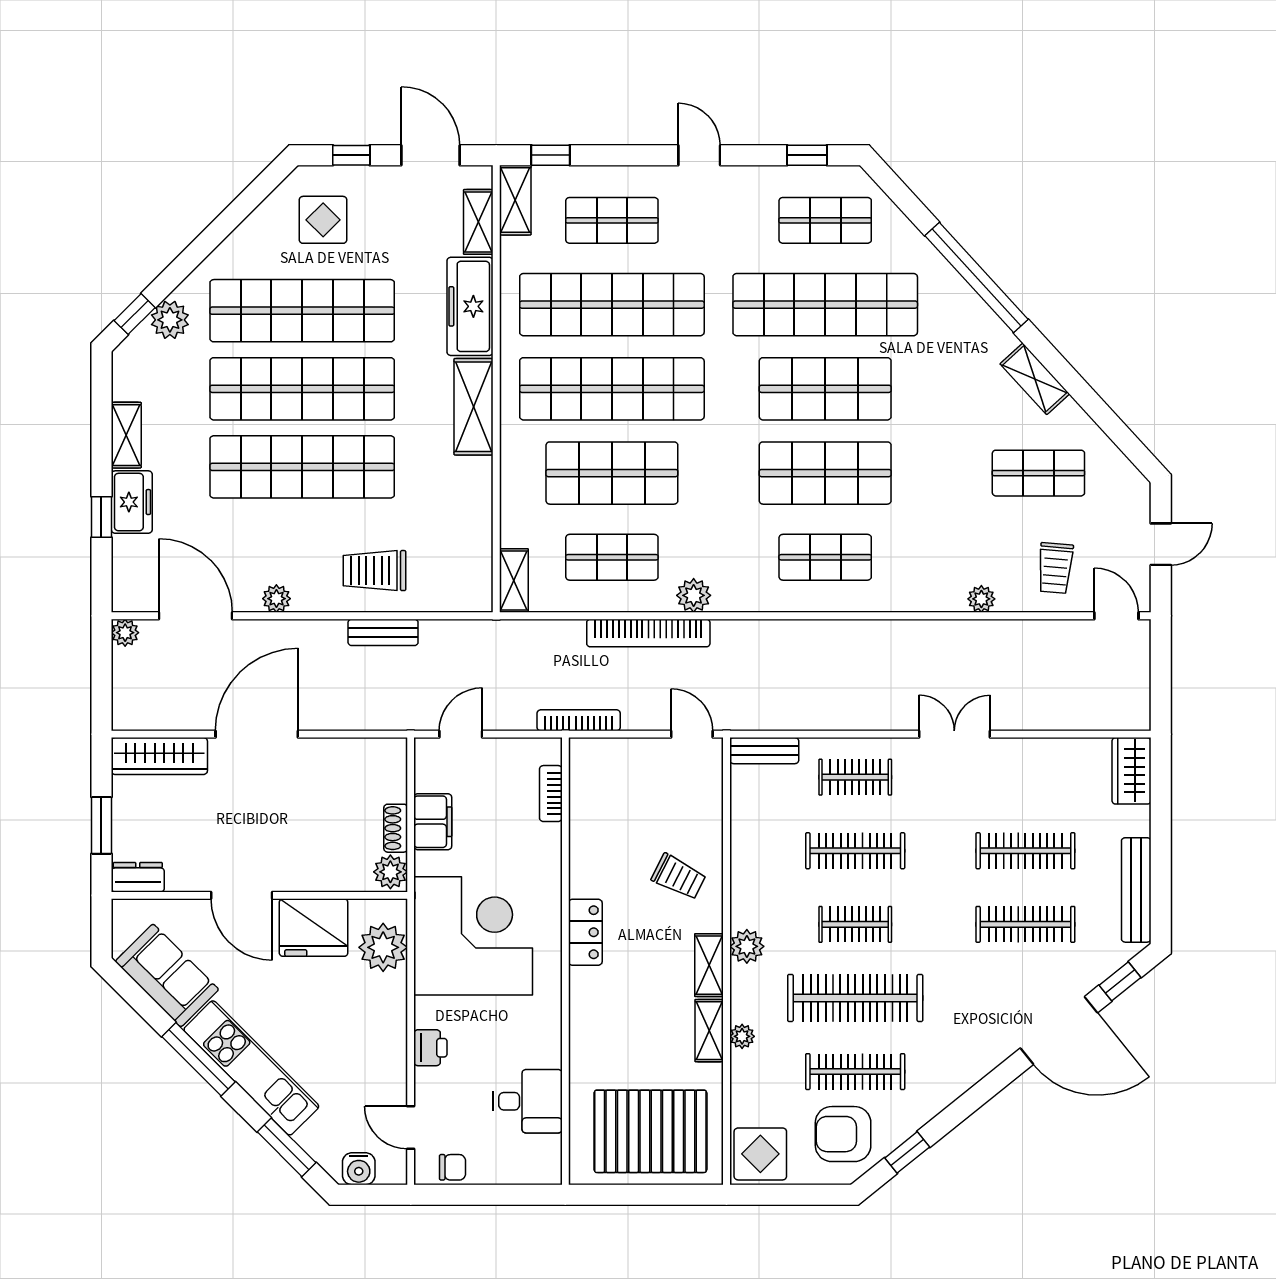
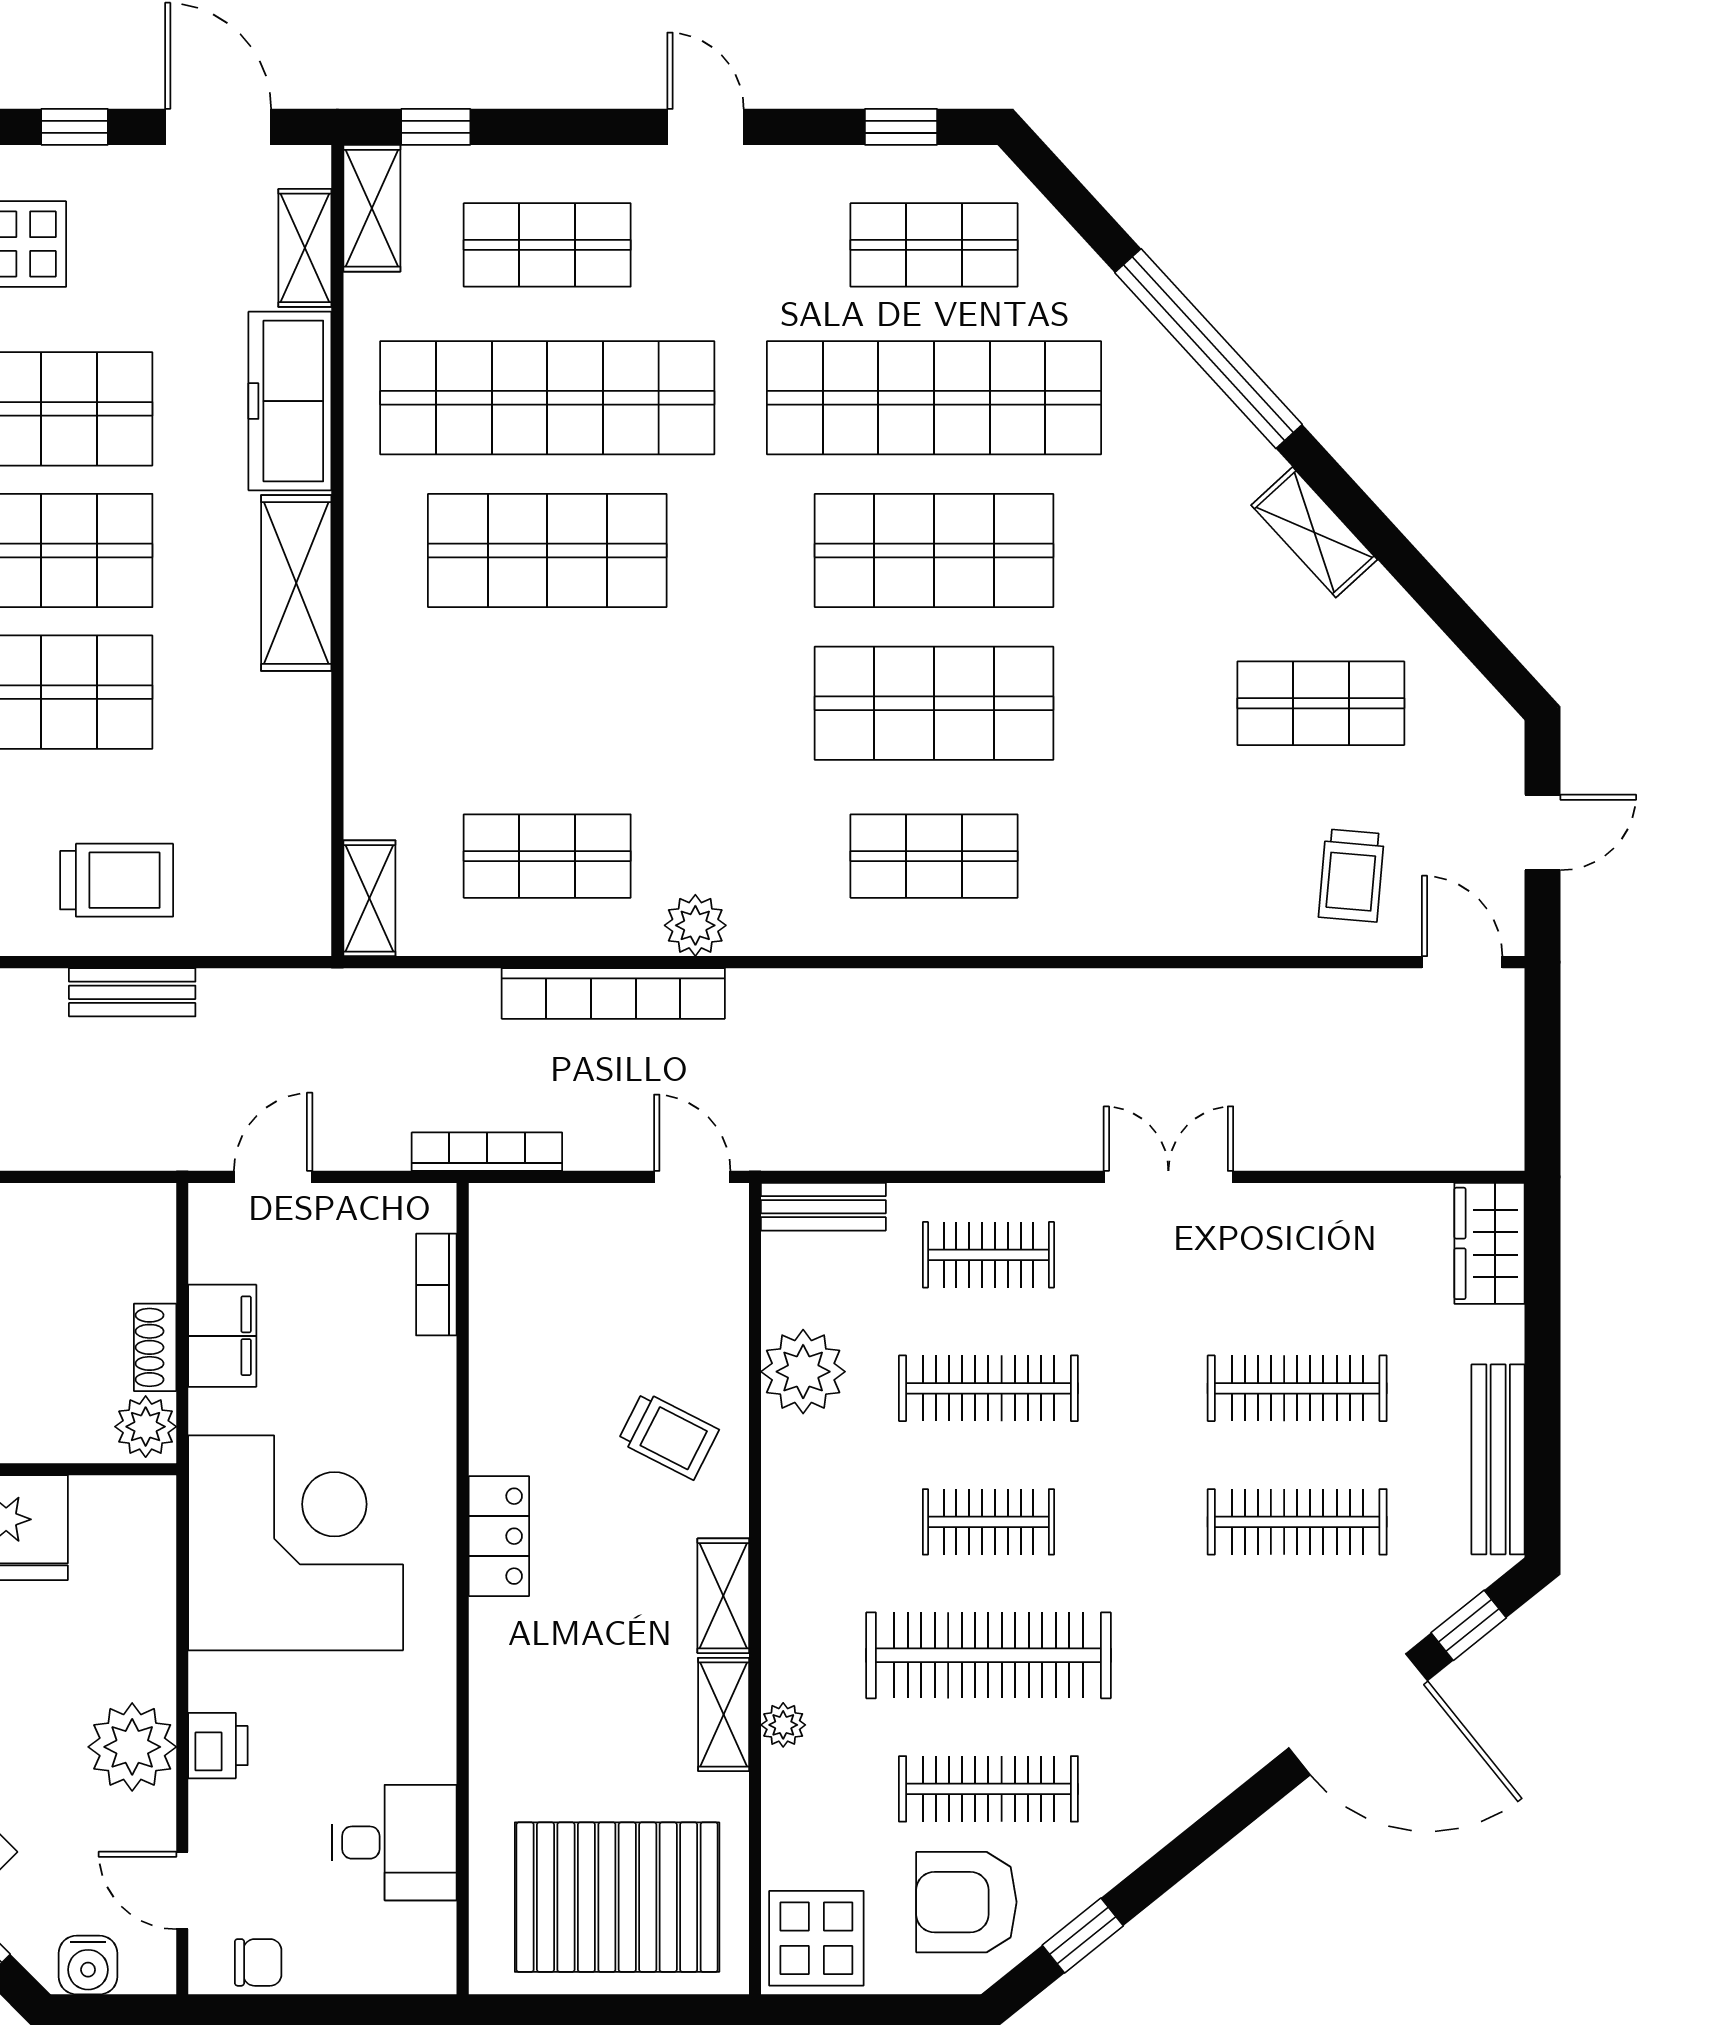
shop shelf: (612, 389) -> (547, 550), width x0.71
shop shelf: (612, 473) -> (547, 703), removed
trolley: (374, 571) -> (117, 880), turned 180
plant: (981, 599) -> (1217, 932), removed
plant: (747, 946) -> (803, 1372), moved, width x1.36, depth x1.36
plant: (383, 947) -> (132, 1747), moved

